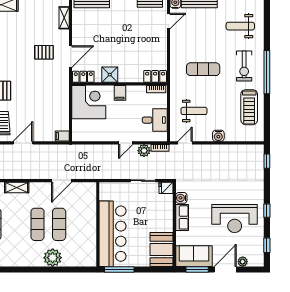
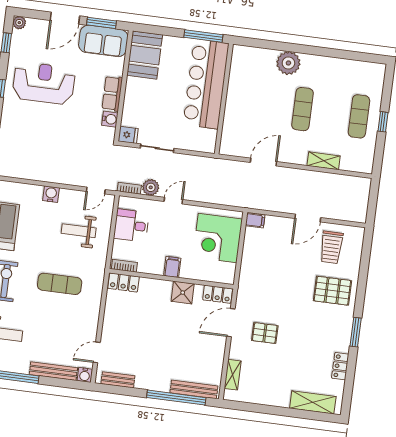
corner desk: (89, 102) -> (218, 238), moved
exercise mat: (59, 224) -> (274, 105), removed
plant: (243, 262) -> (19, 23), moved

